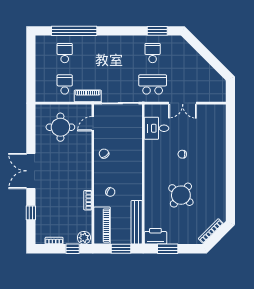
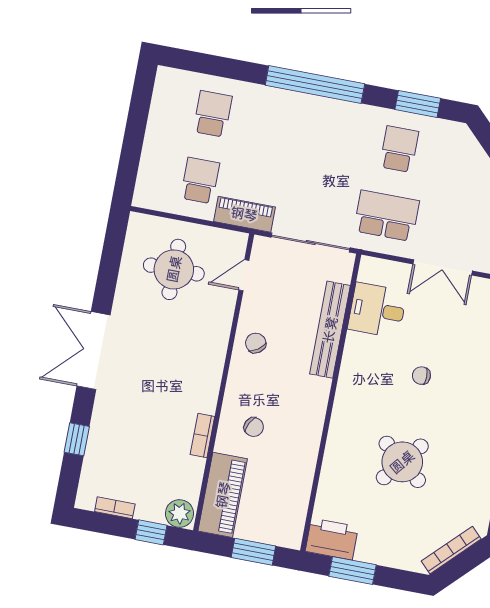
window: (74, 31) -> (315, 85), moved
bench: (137, 222) -> (330, 330), moved

